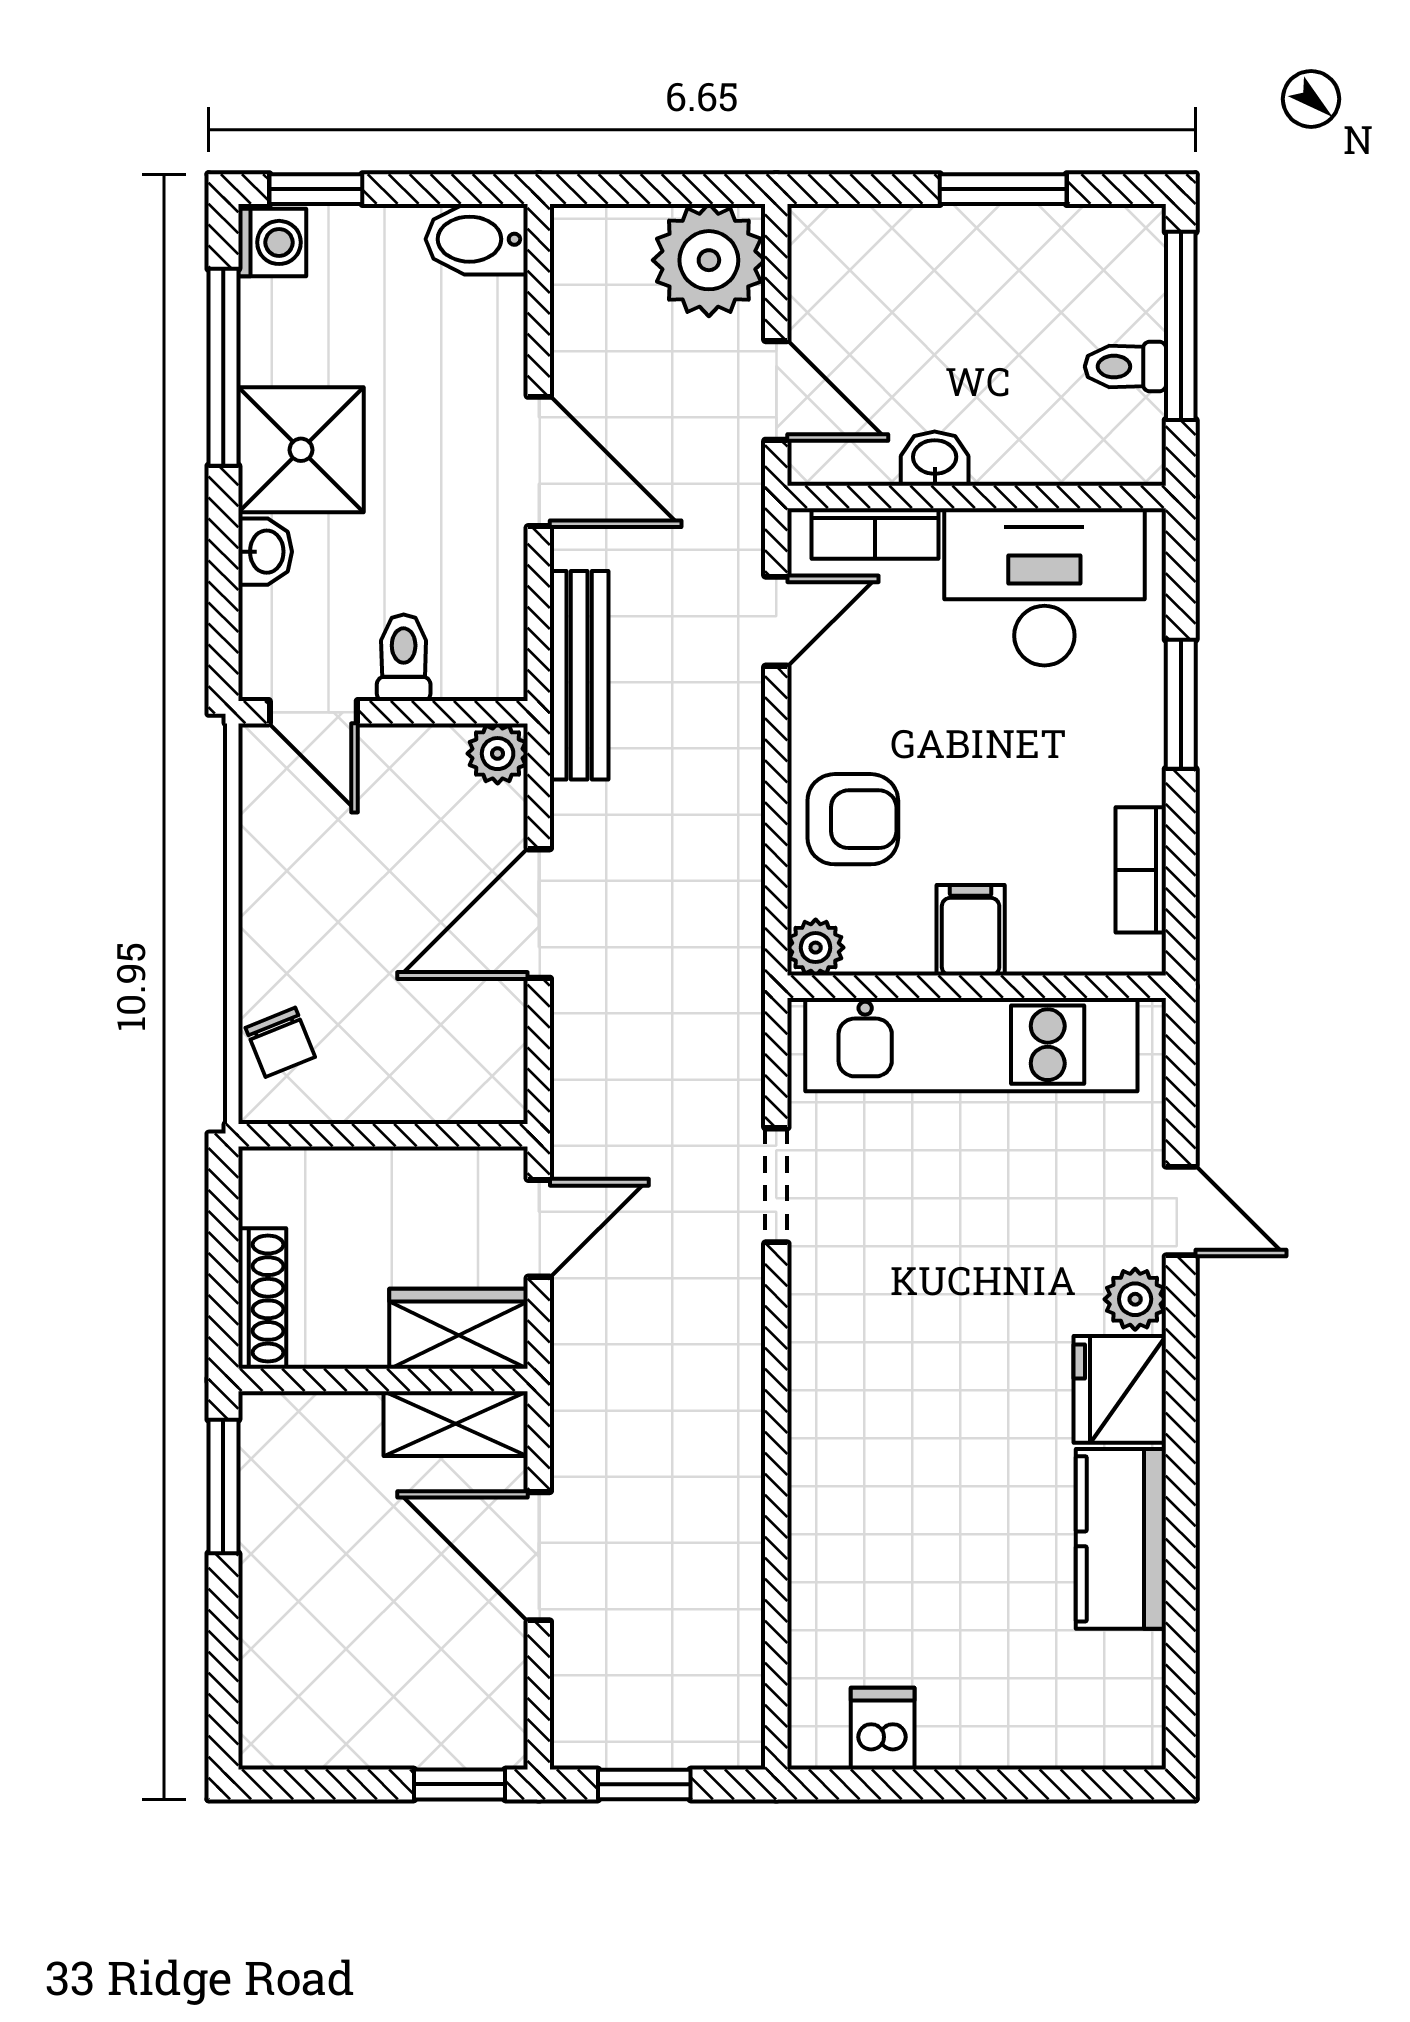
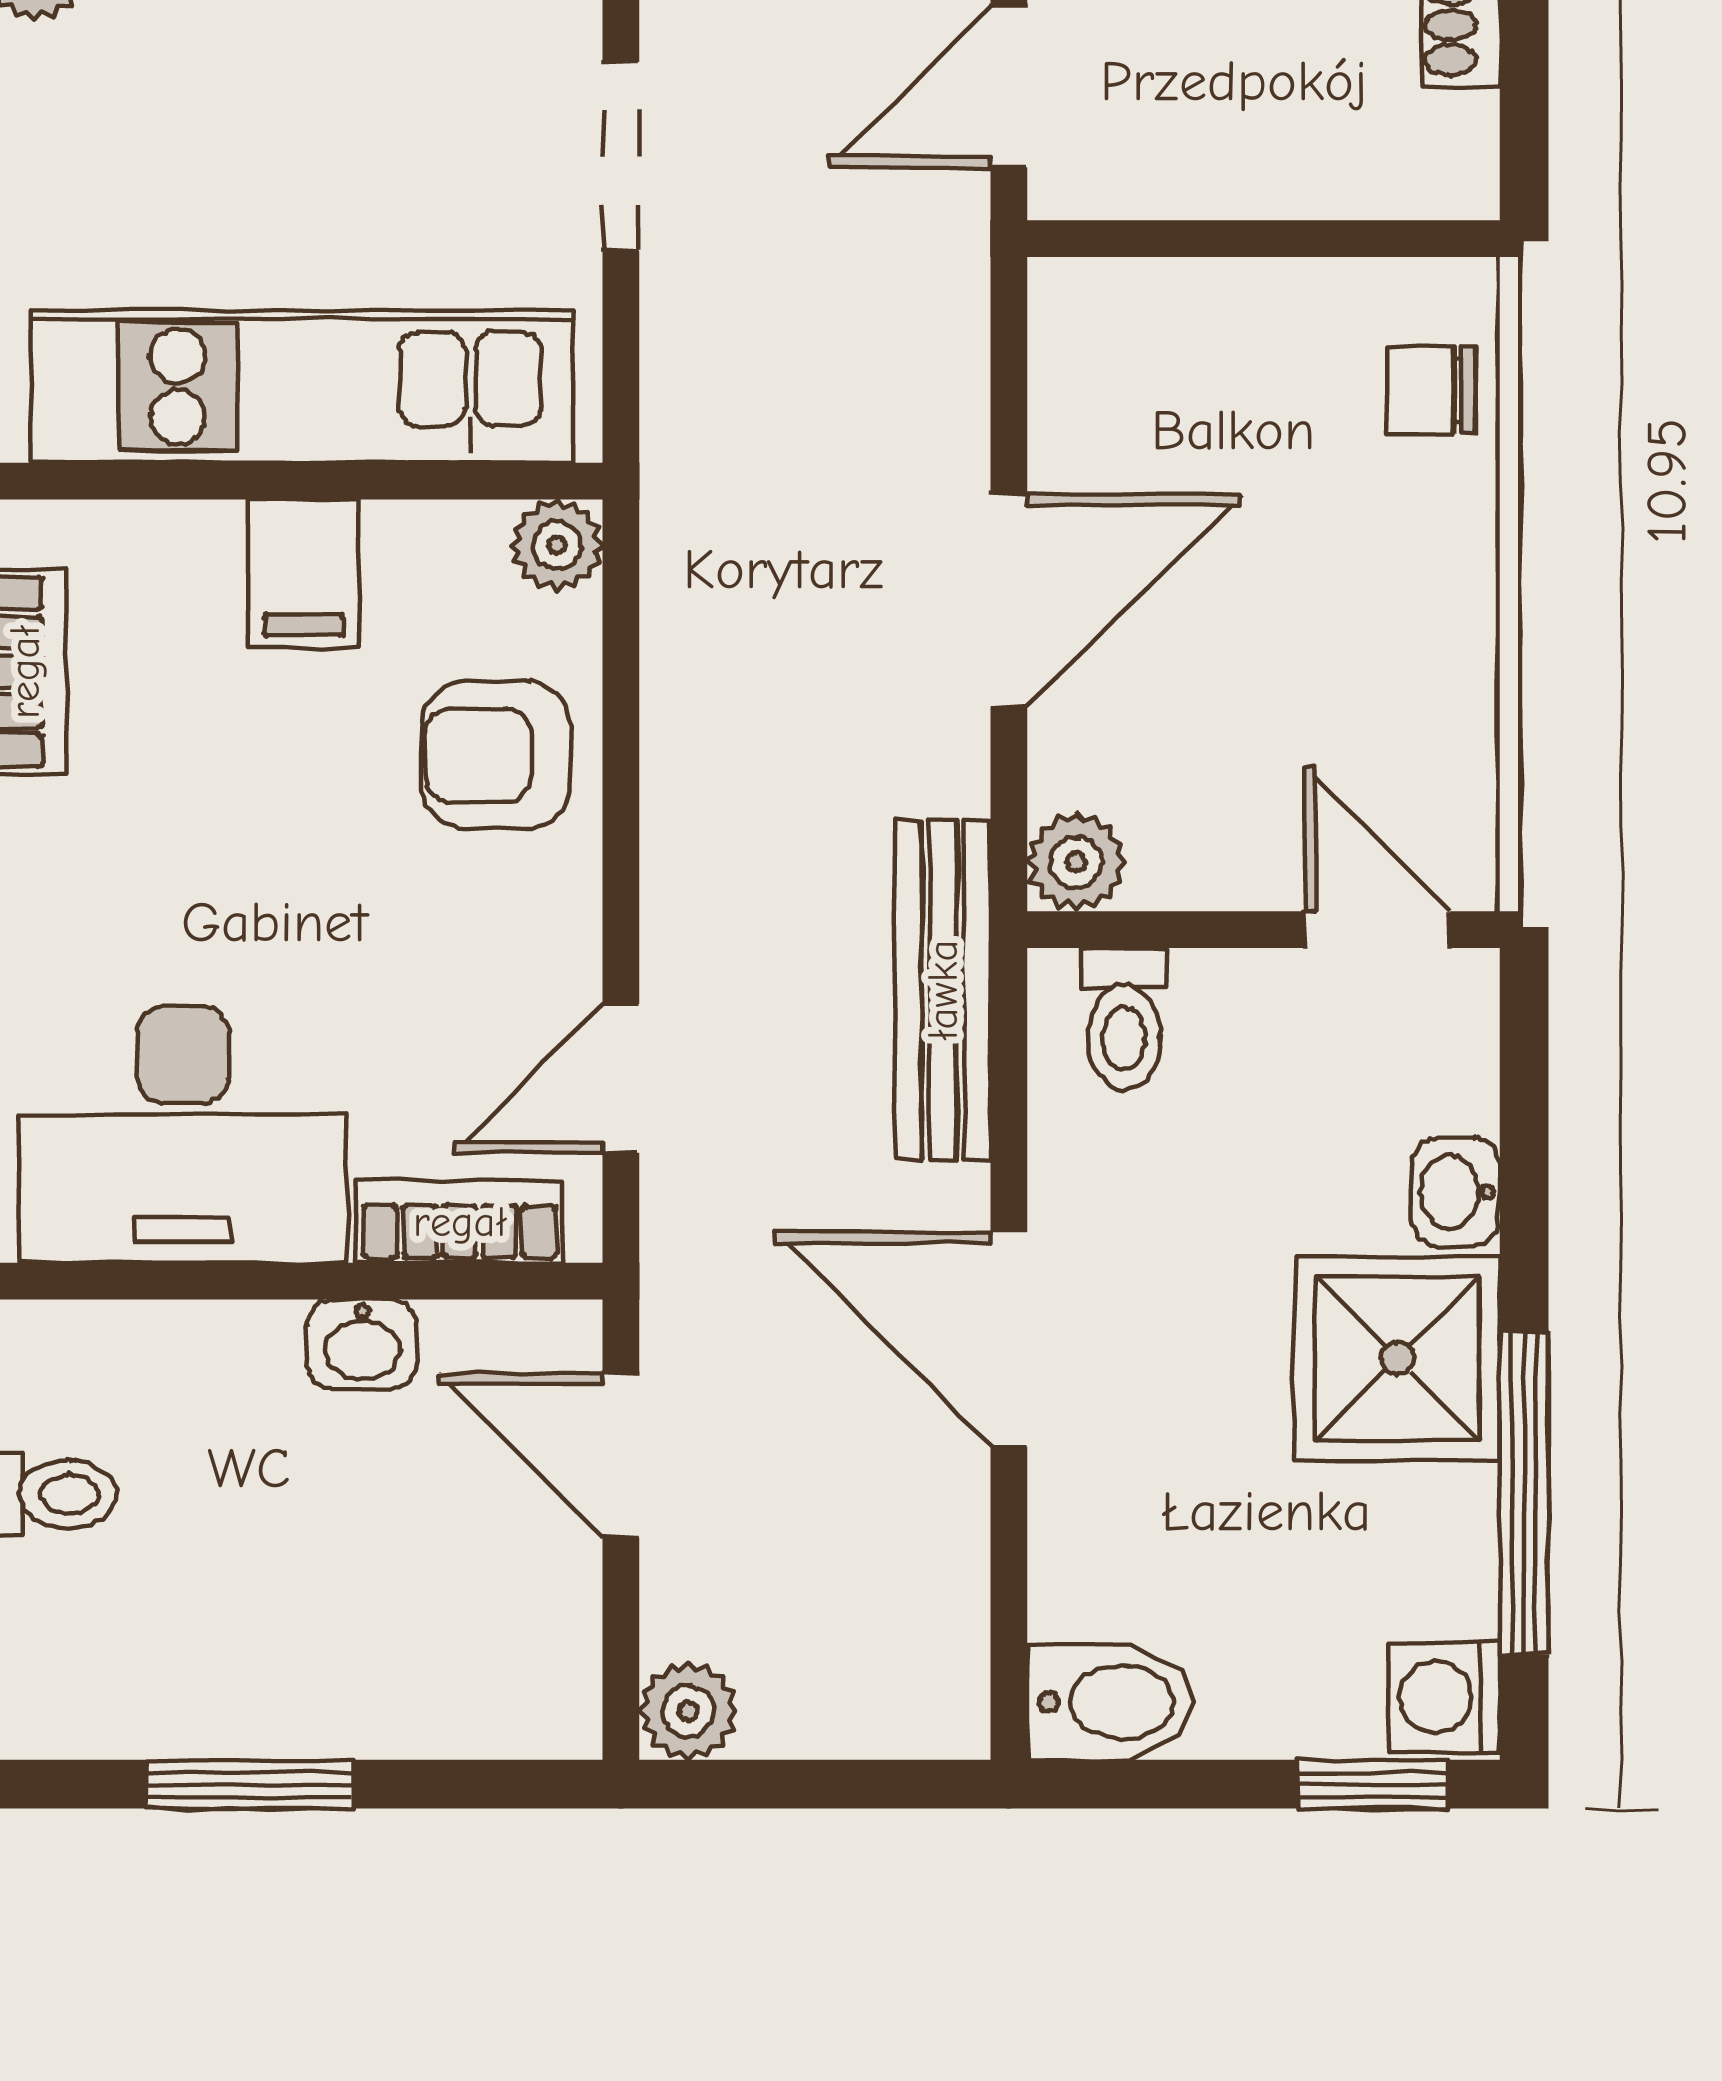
plant: (709, 260) -> (688, 1711), width x0.53, depth x0.53
toilet: (404, 658) -> (1124, 1019), moved
chair: (280, 1042) -> (1431, 390), turned -68

